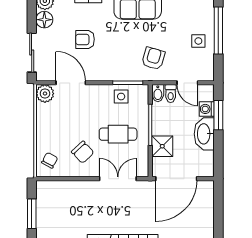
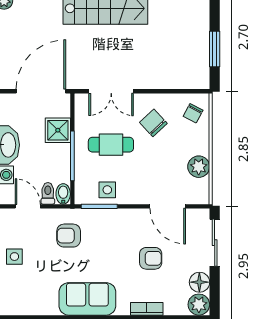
armchair: (153, 58) -> (69, 236), turned 74
plant: (45, 94) -> (199, 167), moved

